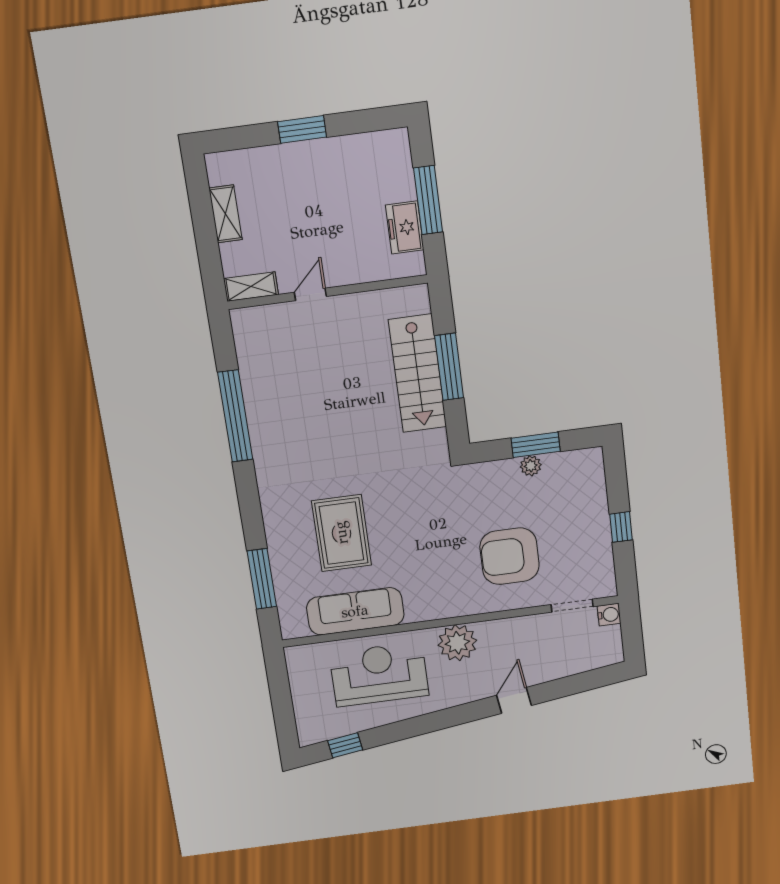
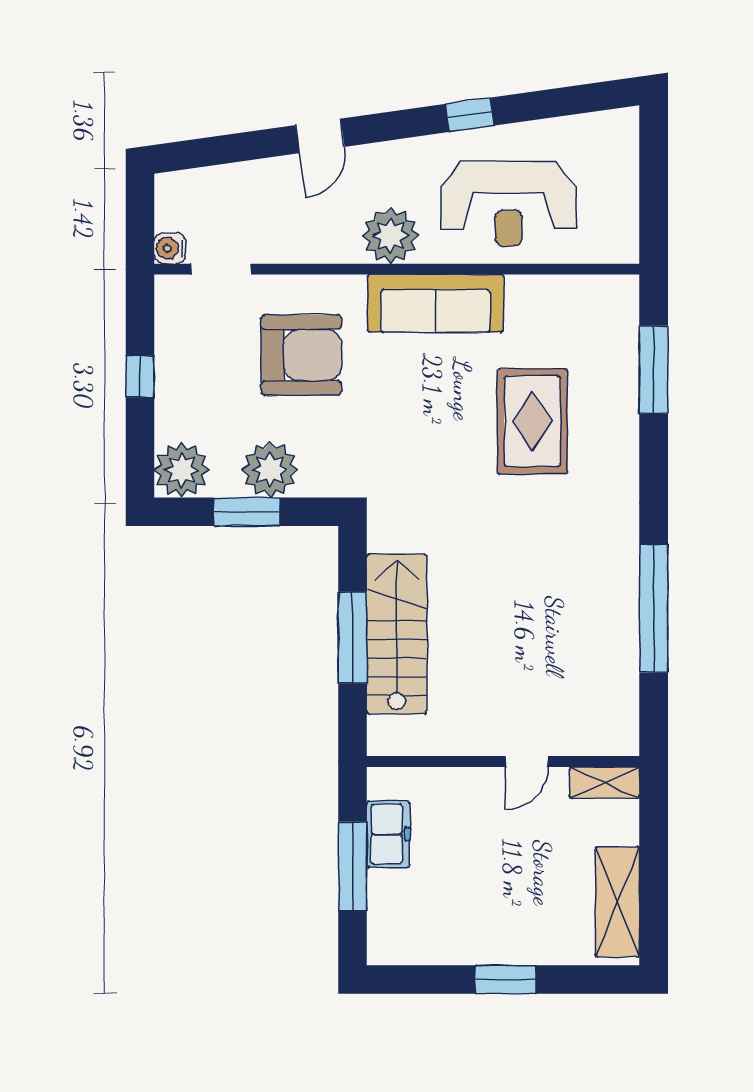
shelving: (226, 214) -> (617, 902), width x1.50, depth x1.33
plant: (531, 466) -> (270, 470), width x1.88, depth x1.88
plant: (585, 467) -> (182, 470), added
sofa: (355, 611) -> (435, 303), moved
window: (345, 745) -> (470, 115), moved

